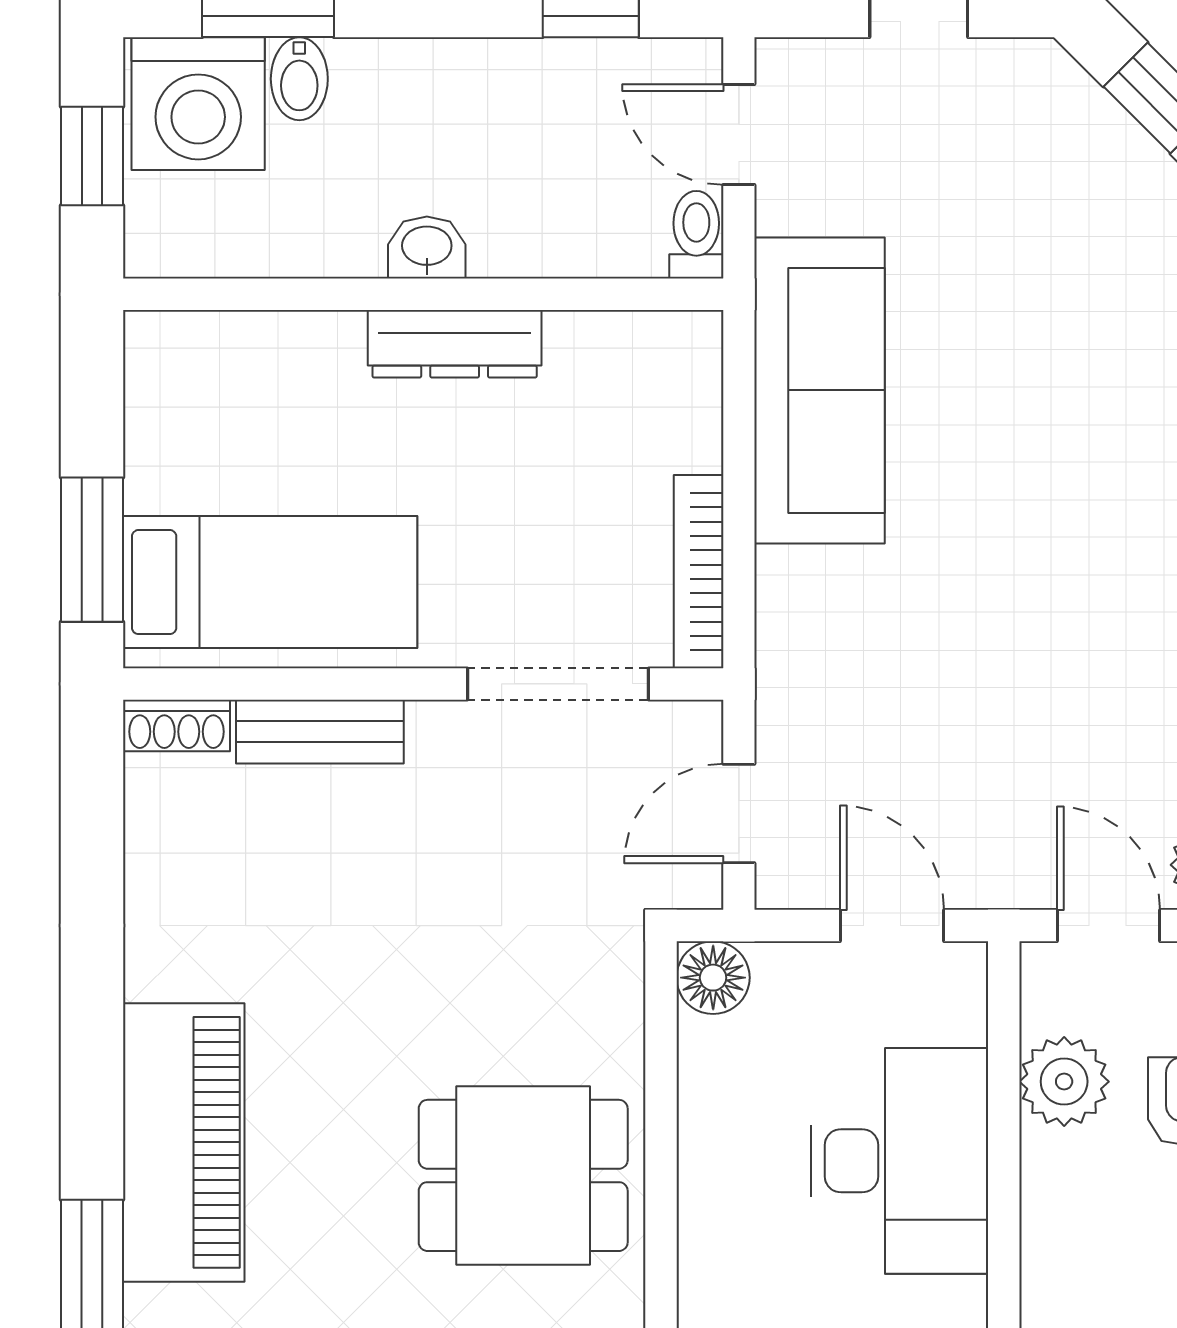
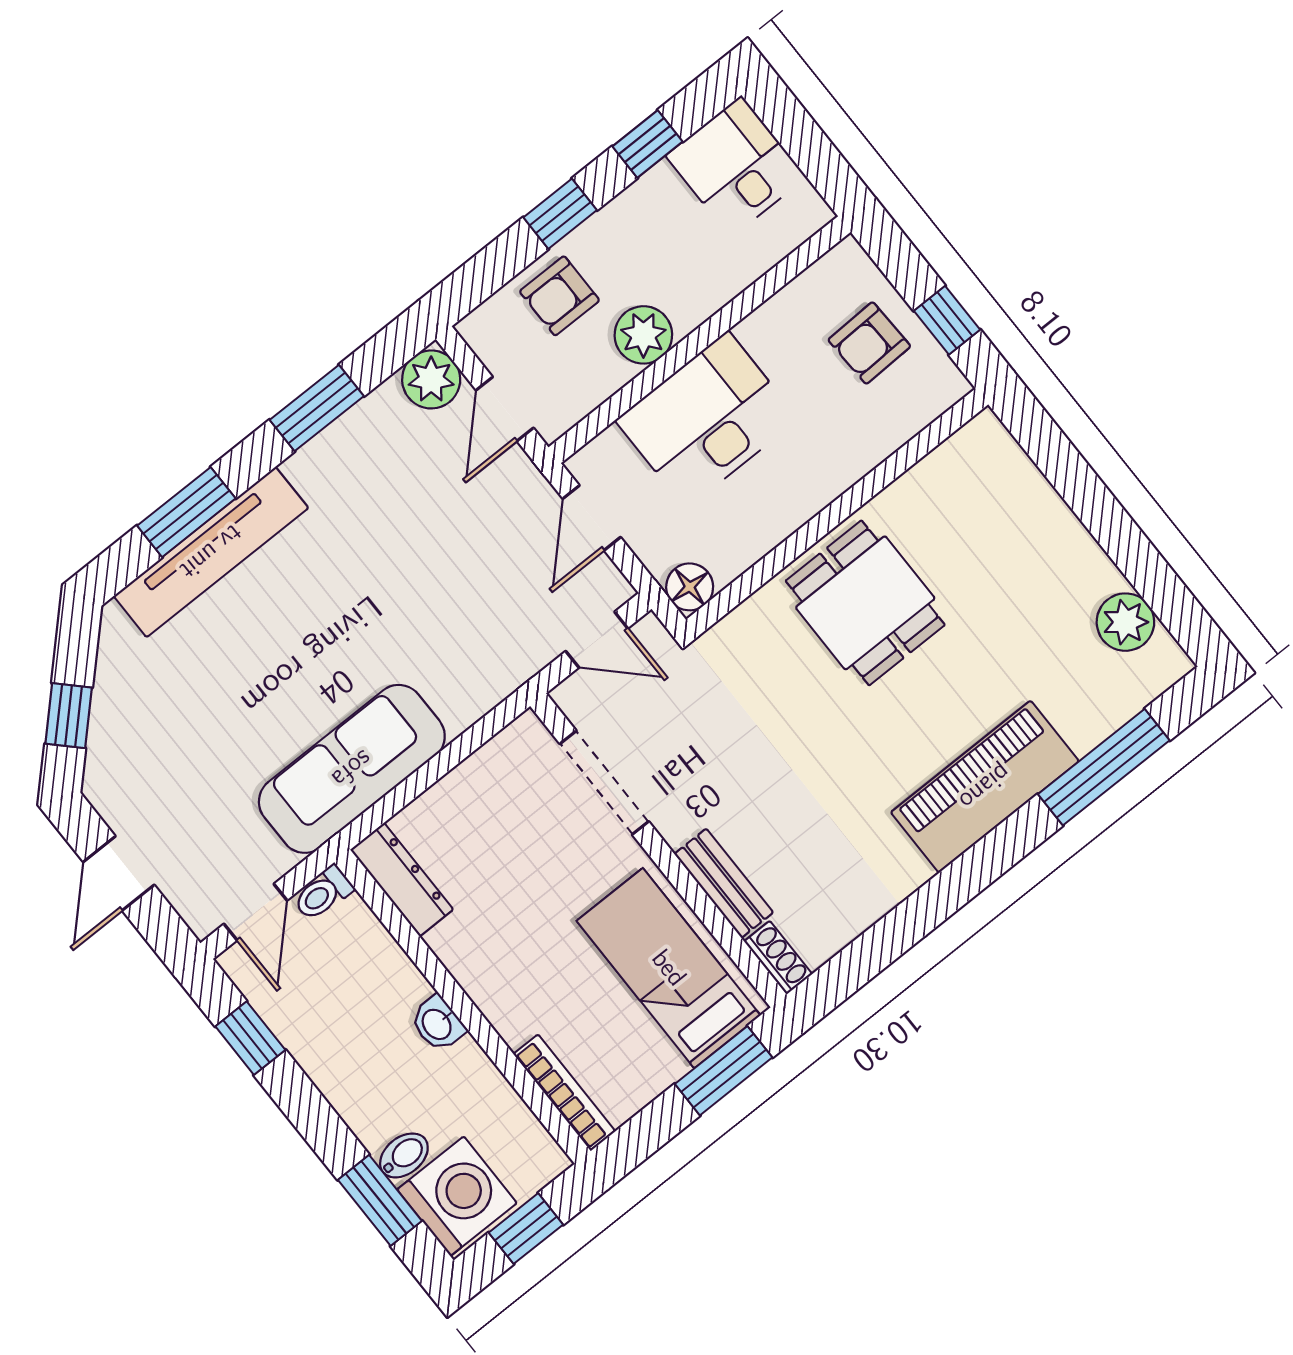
dresser: (455, 344) -> (402, 880), moved
bookcase: (699, 572) -> (564, 1093), moved, turned -90
plant: (1064, 1082) -> (643, 335), moved

